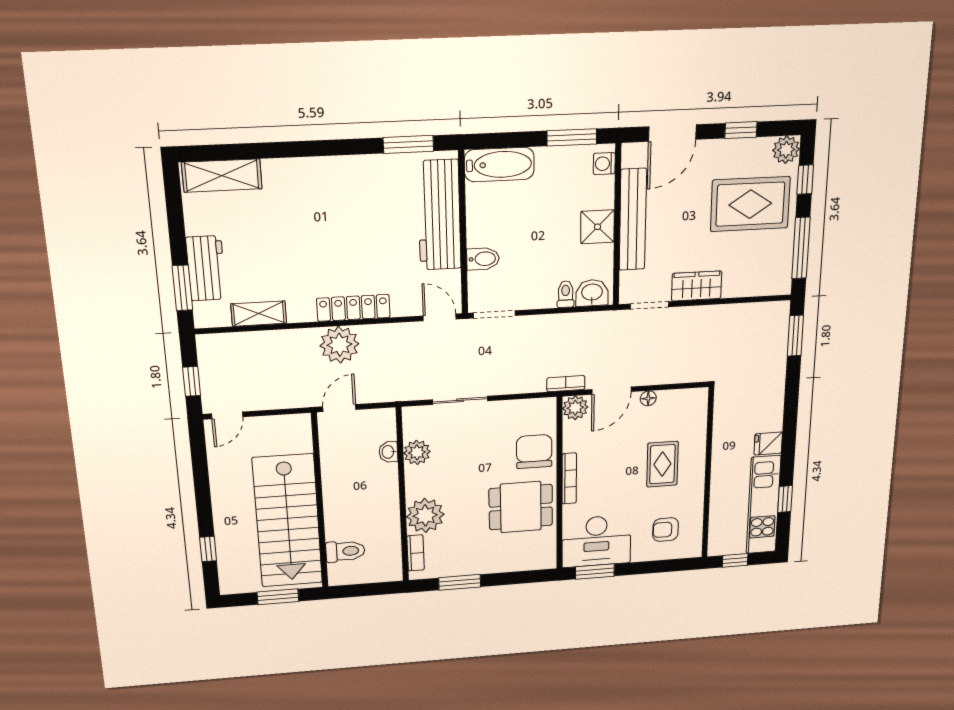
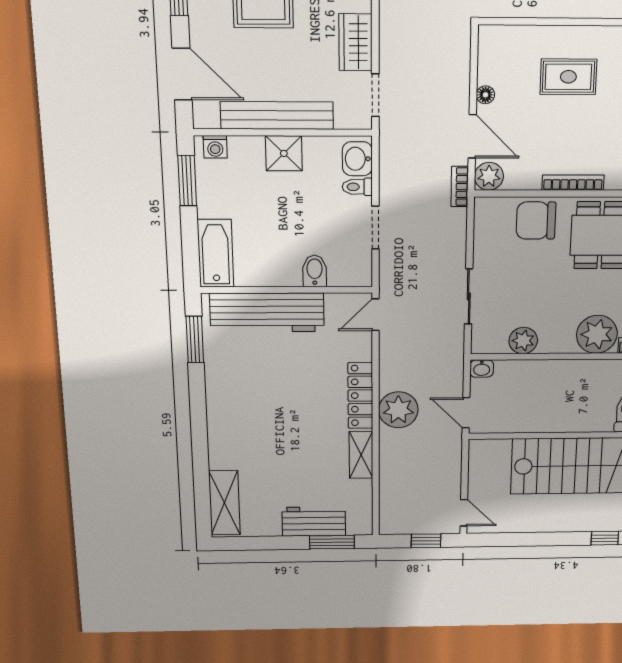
shelving: (259, 314) -> (361, 455), moved
doorway: (494, 314) -> (375, 227), moved
washbasin: (388, 452) -> (482, 369), moved

